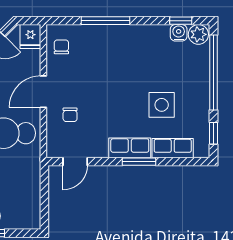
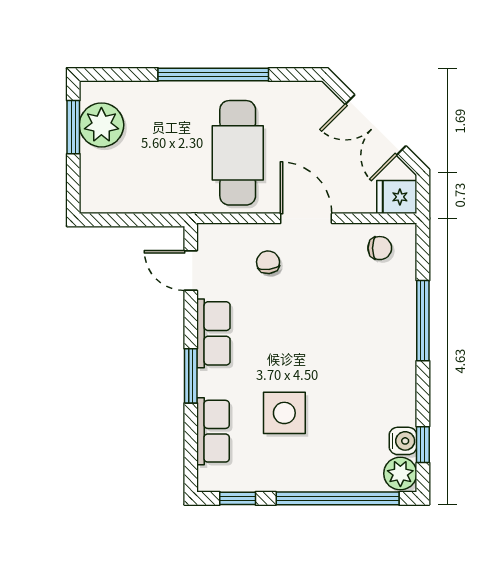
chair: (70, 115) -> (268, 262), turned 83
row of seats: (130, 148) -> (213, 333), moved

